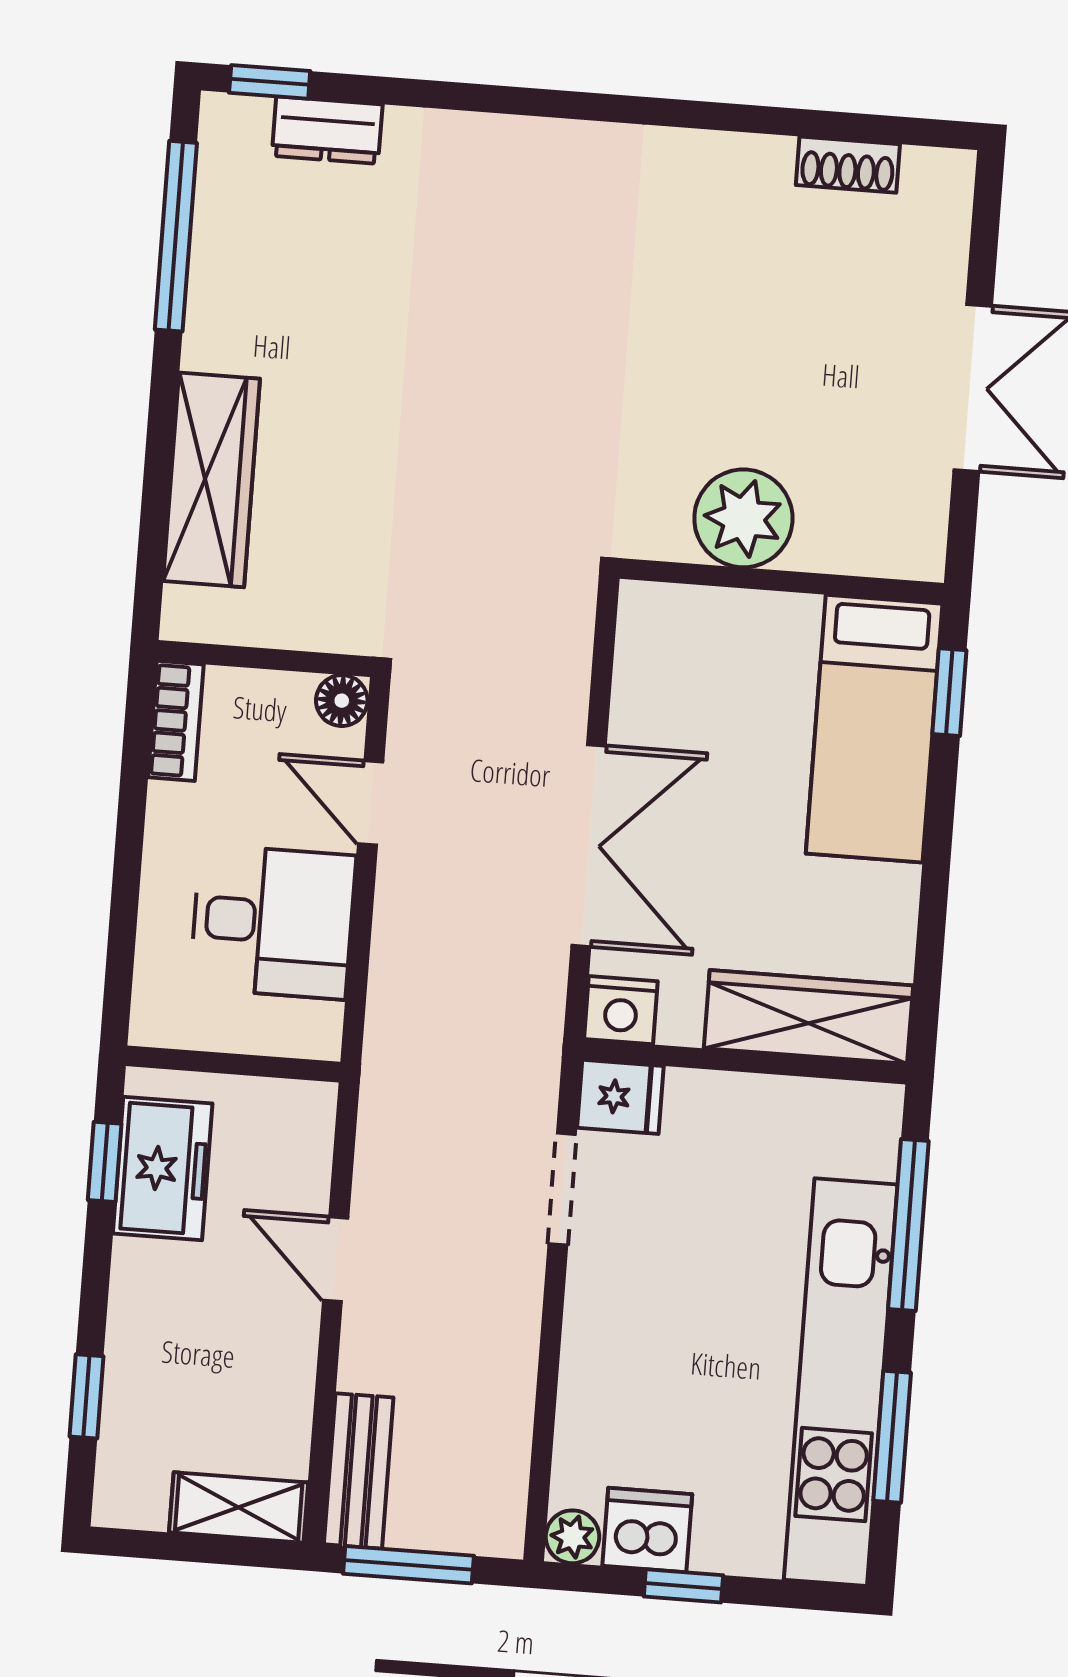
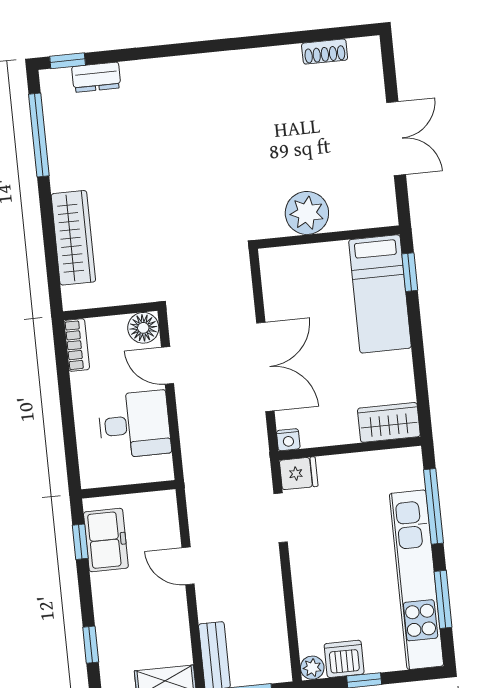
floor lamp: (342, 701) -> (143, 328), width x1.37, depth x1.37
nightstand: (621, 1010) -> (288, 440), width x0.72, depth x0.74
wardrobe: (808, 1017) -> (389, 422), width x0.67

